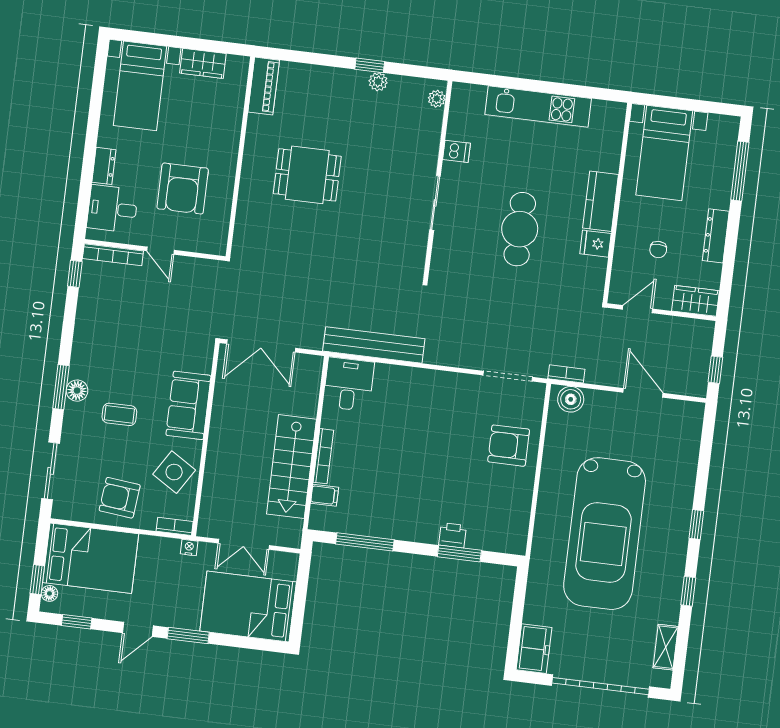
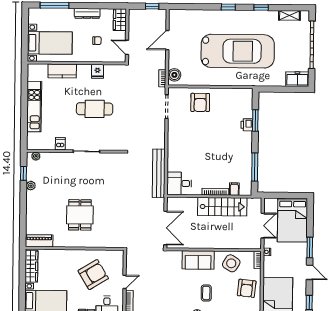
wardrobe: (203, 63) -> (31, 266), width x1.50
window: (370, 65) -> (23, 173), moved
armchair: (183, 189) -> (93, 275), turned -31
kitchen counter: (601, 201) -> (62, 71), moved

